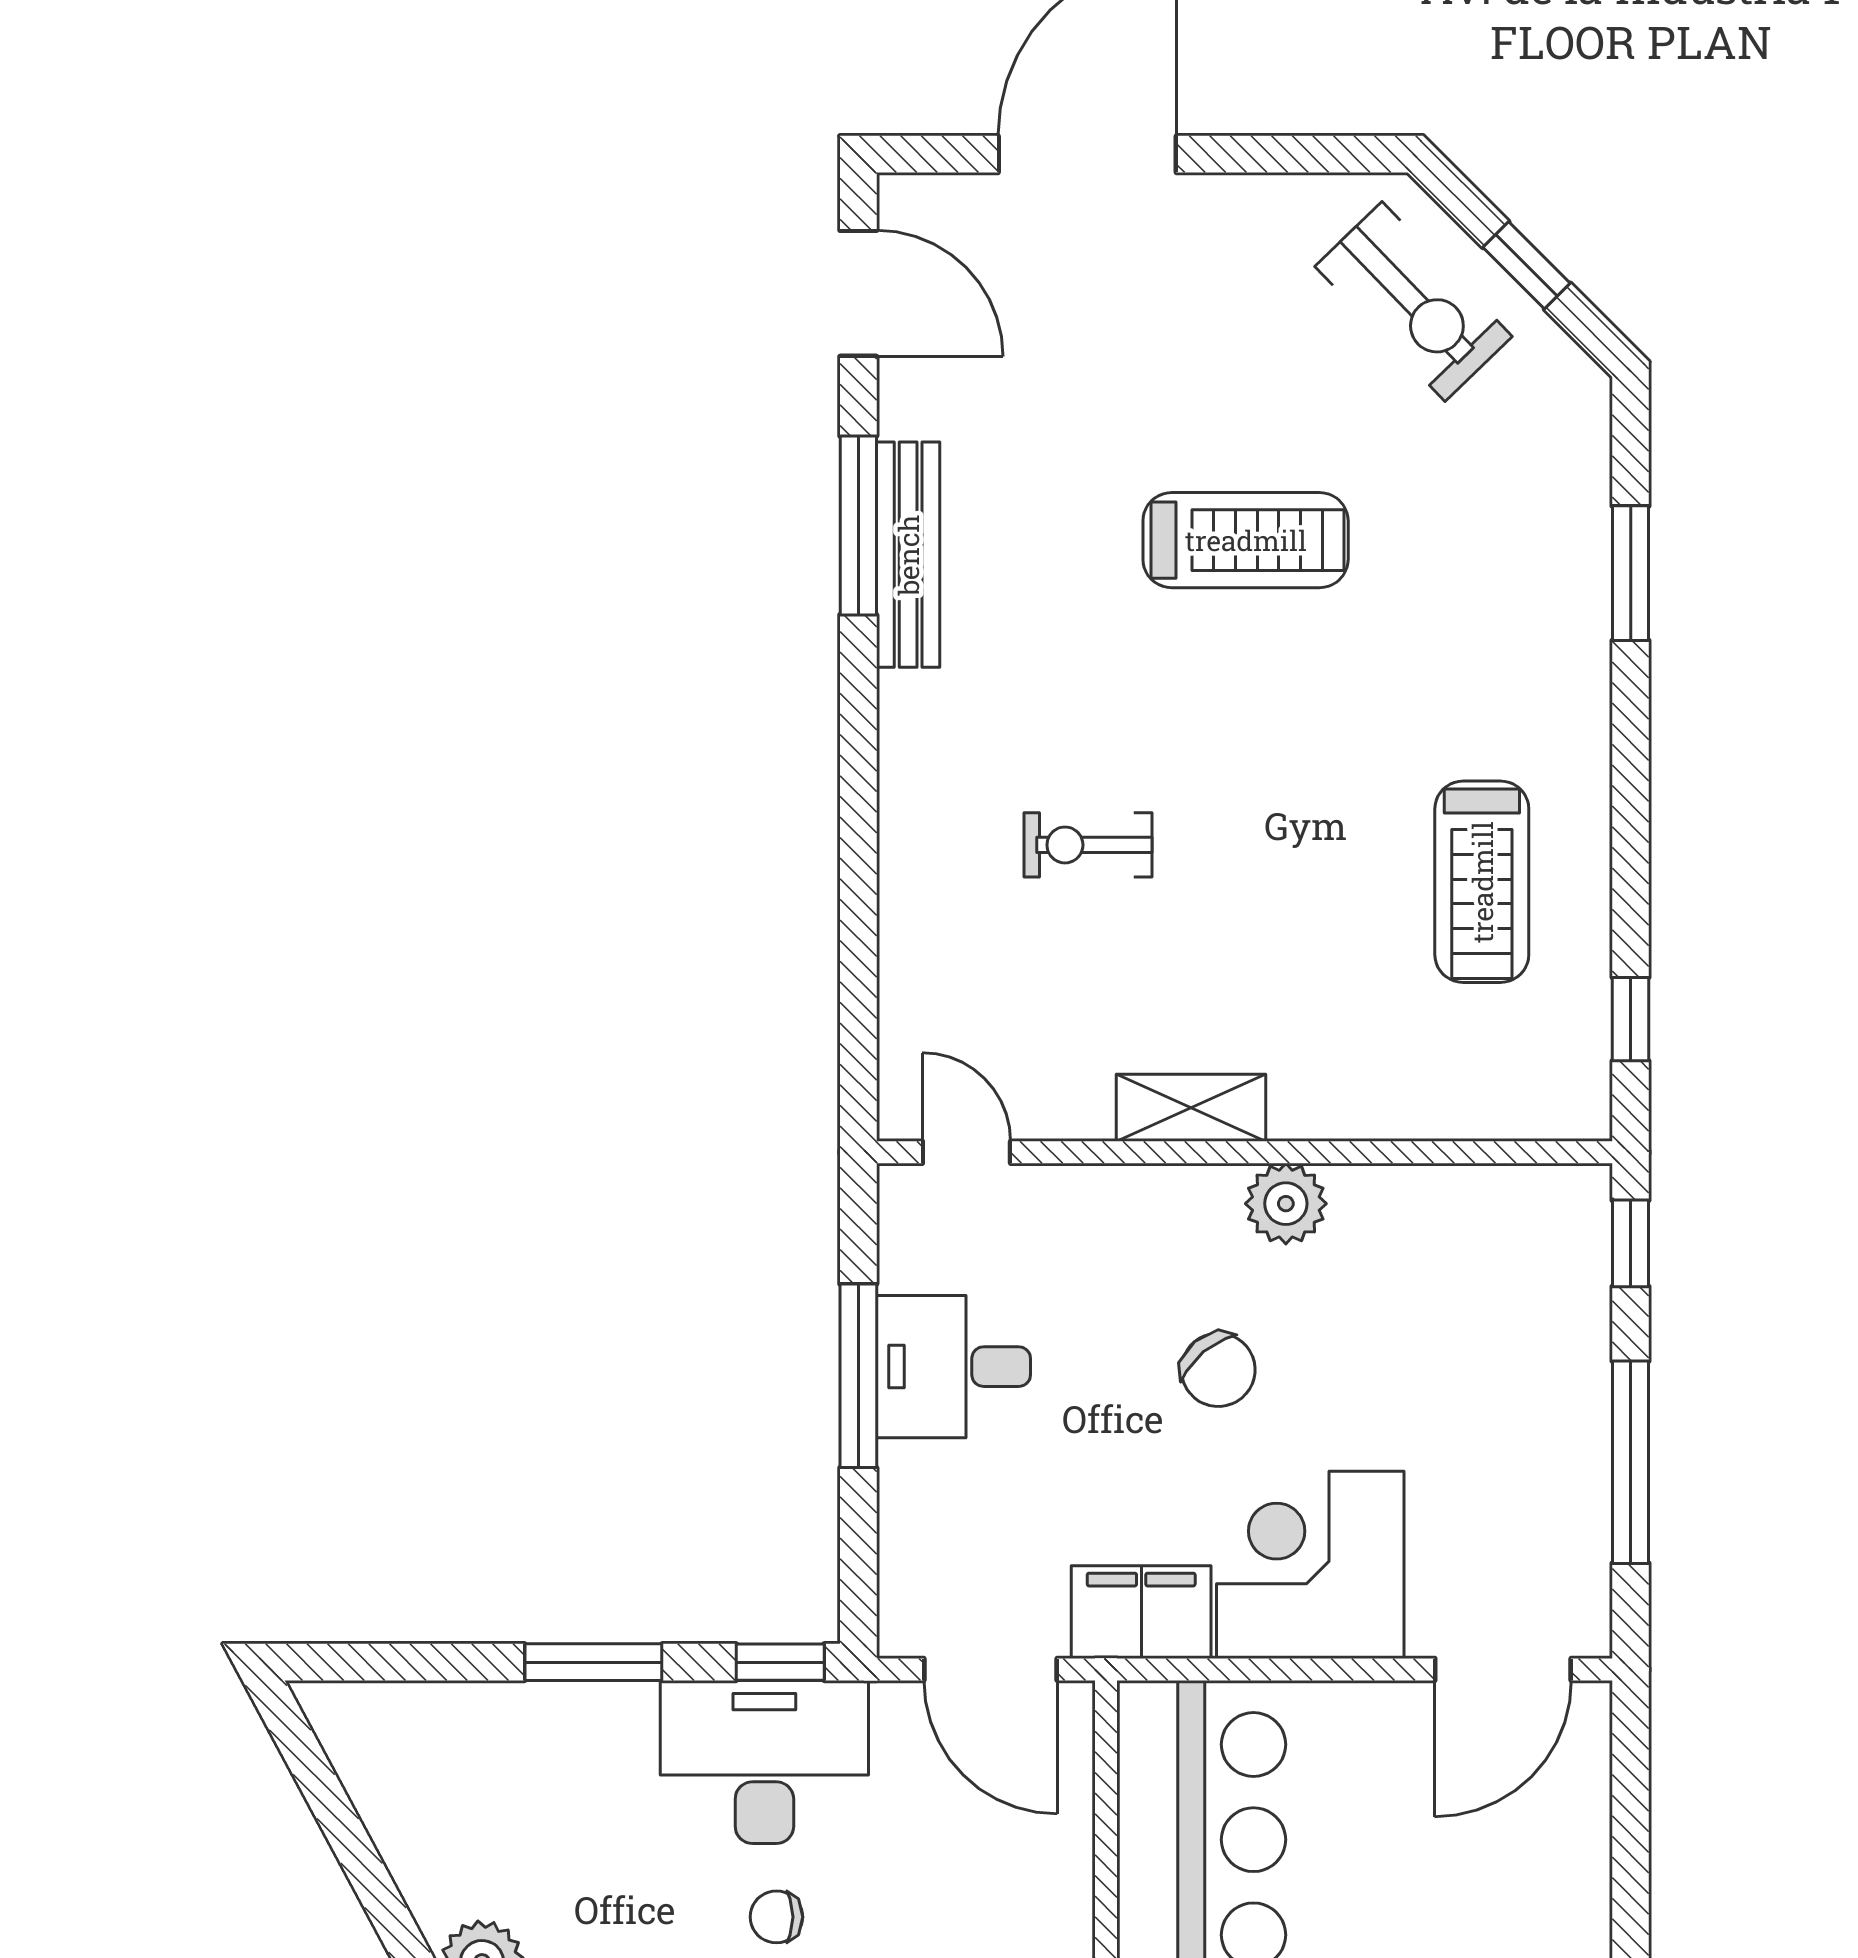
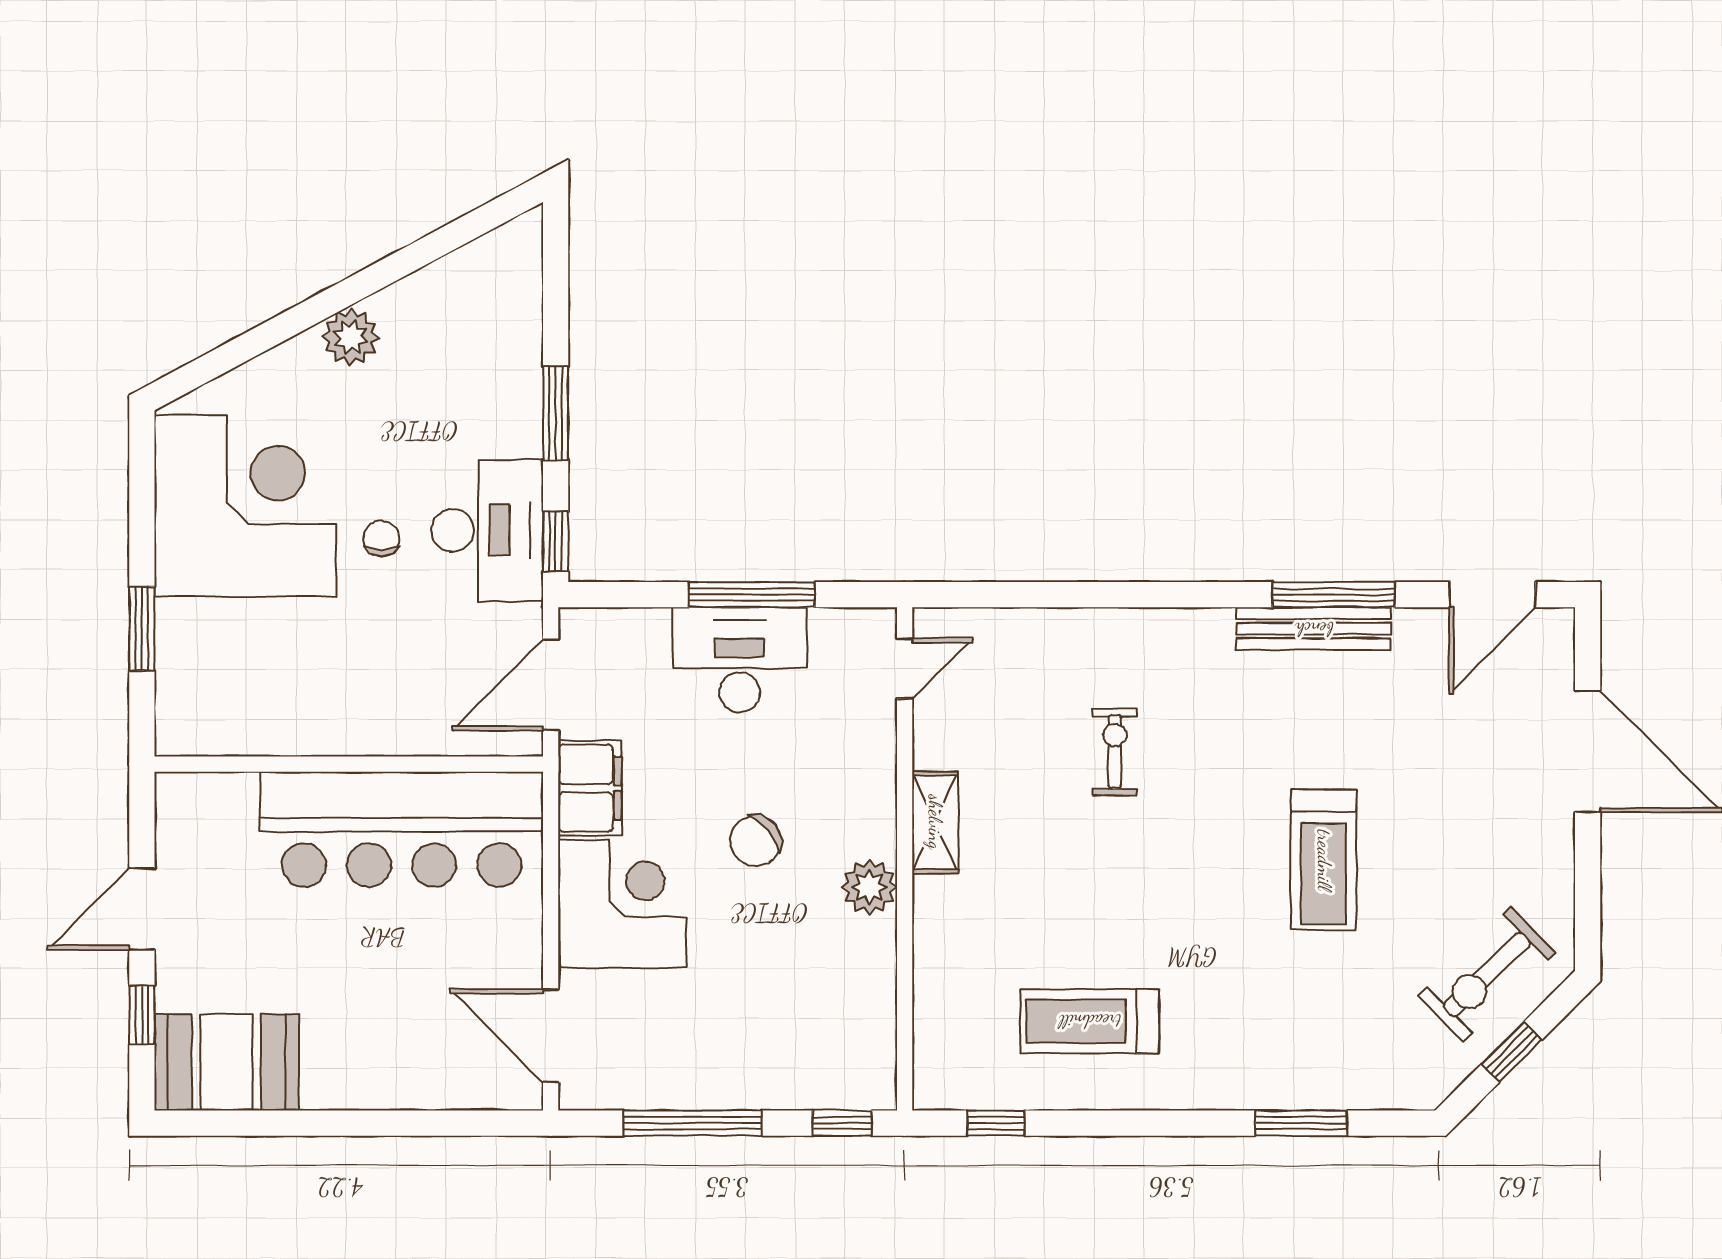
desk: (953, 1367) -> (740, 660), width x1.37

